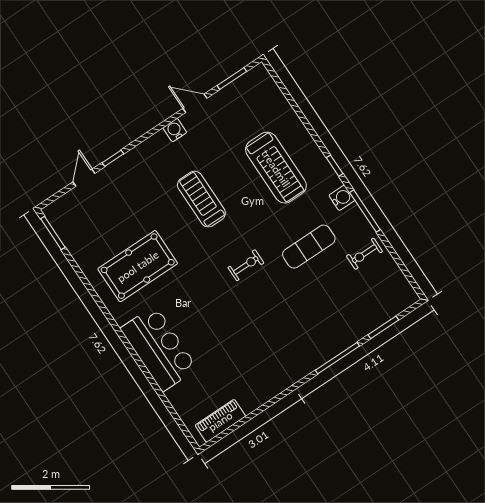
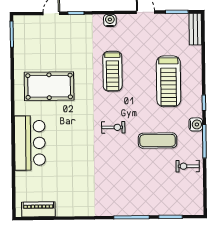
bench: (267, 85) -> (195, 29), added
water cooler: (175, 130) -> (110, 20), moved
treadmill: (201, 199) -> (112, 71), turned 180

